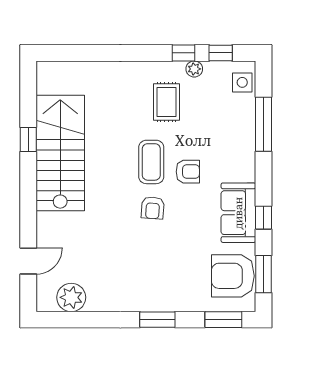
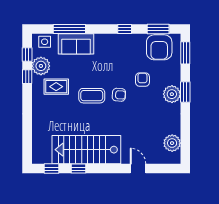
plant: (194, 69) -> (41, 66), width x1.87, depth x1.87
window: (28, 94) -> (52, 169), added
armchair: (188, 172) -> (142, 80), moved
sofa: (238, 213) -> (76, 44), moved
door: (28, 261) -> (138, 169), moved
plant: (154, 297) -> (172, 94), added

